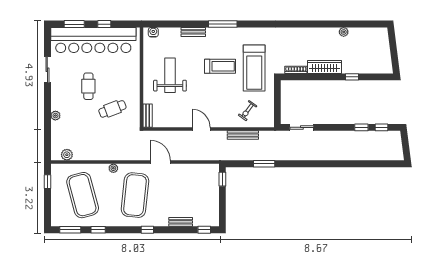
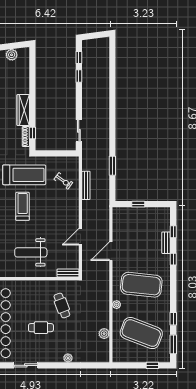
plant: (385, 54) -> (12, 55), added
window: (352, 77) -> (32, 133), moved
door: (201, 129) -> (80, 237), moved
plant: (67, 155) -> (104, 334), moved
door: (160, 162) -> (111, 251), moved
window: (222, 179) -> (138, 204), moved
window: (47, 182) -> (152, 365), moved
exercise mat: (83, 195) -> (141, 333), turned 36
window: (147, 230) -> (173, 259), moved
window: (204, 230) -> (173, 232), moved

